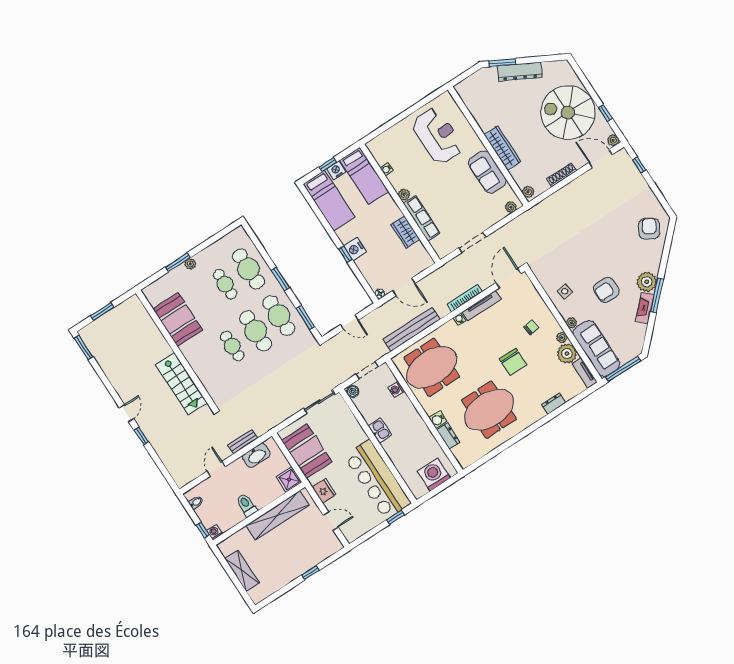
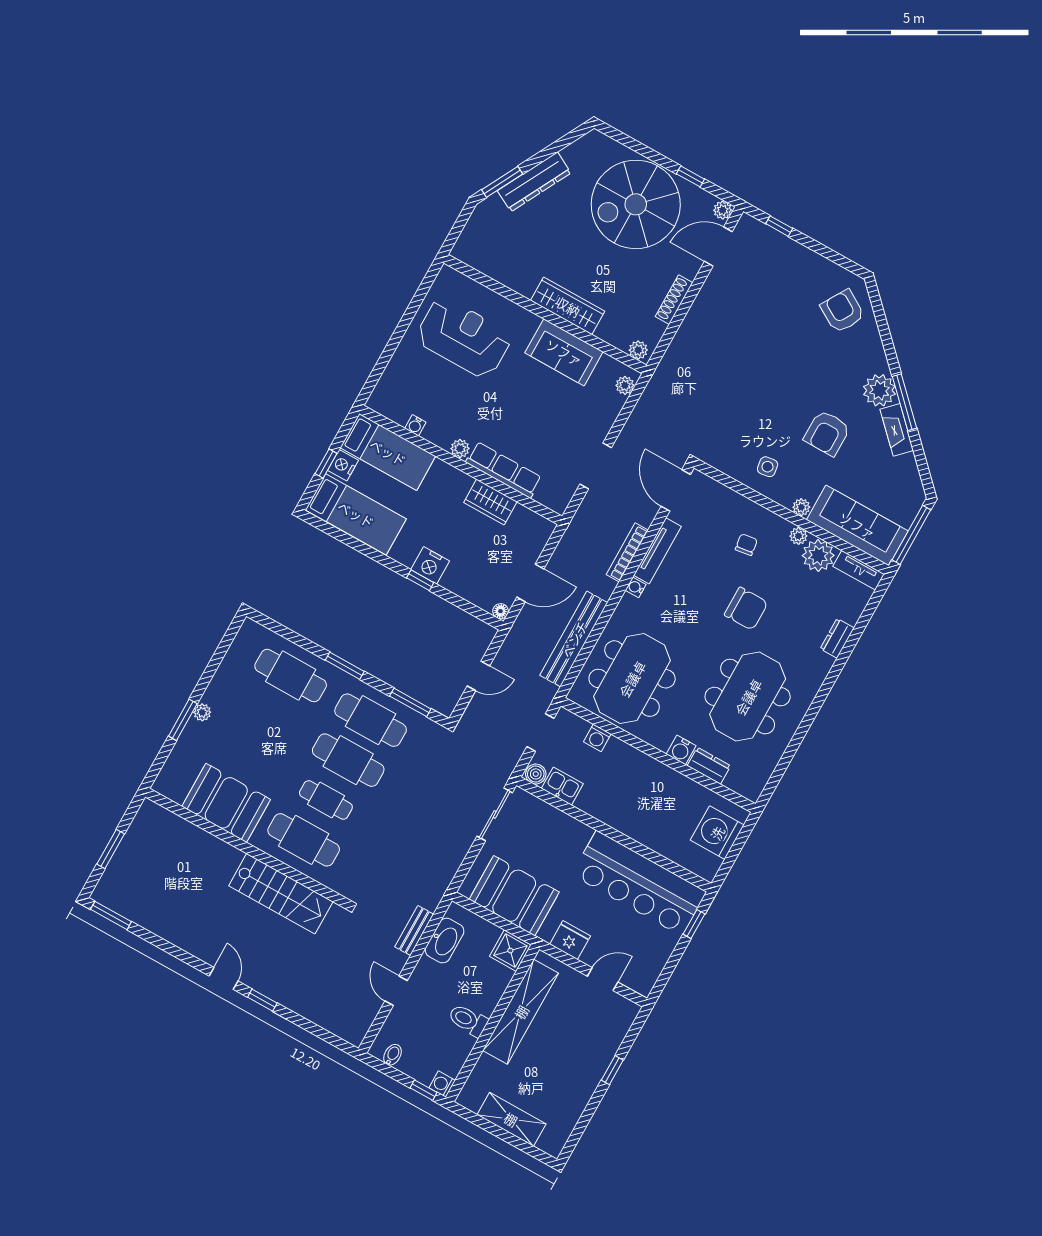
cafe table: (225, 284) -> (304, 840), moved, width x1.37, depth x1.35
kitchen sink: (380, 430) -> (562, 786), moved

